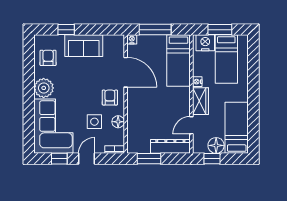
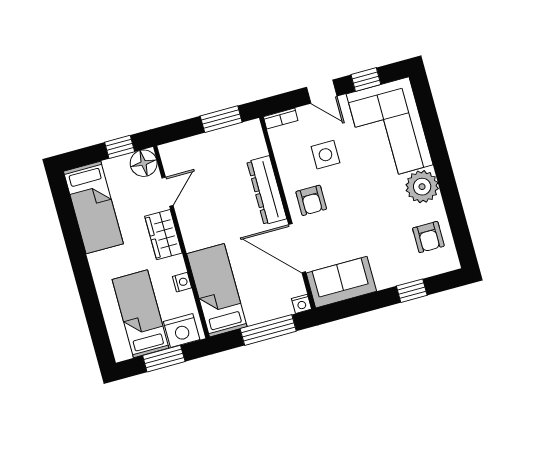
sofa: (84, 46) -> (341, 282), moved
nightstand: (197, 82) -> (182, 282), moved
floor lamp: (118, 122) -> (287, 165), removed
floor lamp: (216, 145) -> (144, 163), moved
dresser: (170, 146) -> (267, 190), moved, turned 90
door: (87, 159) -> (322, 92), hinge flipped

